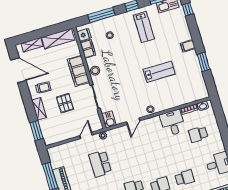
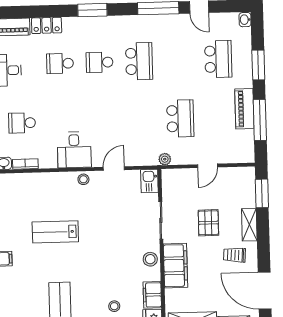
desk: (173, 123) -> (74, 150), moved
school desk: (198, 134) -> (22, 123), turned 180
door: (86, 135) -> (208, 166), moved

